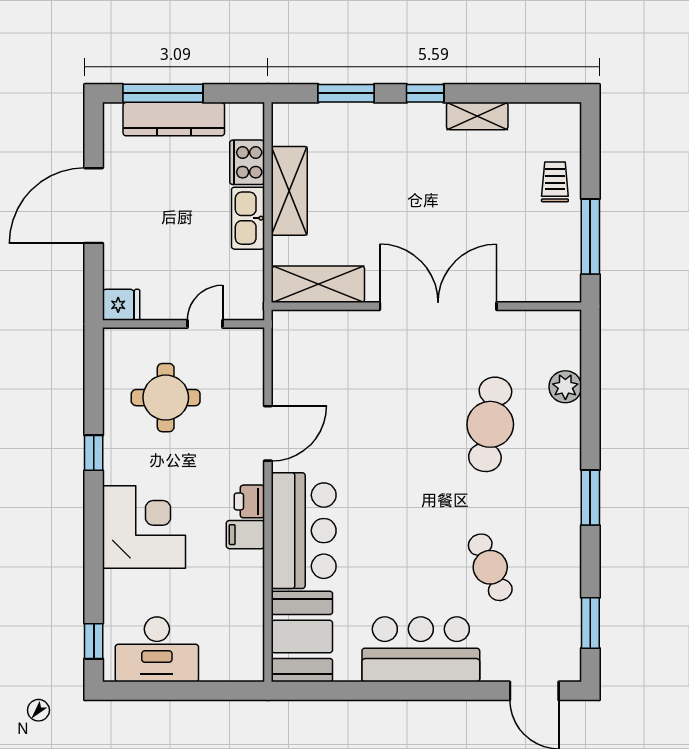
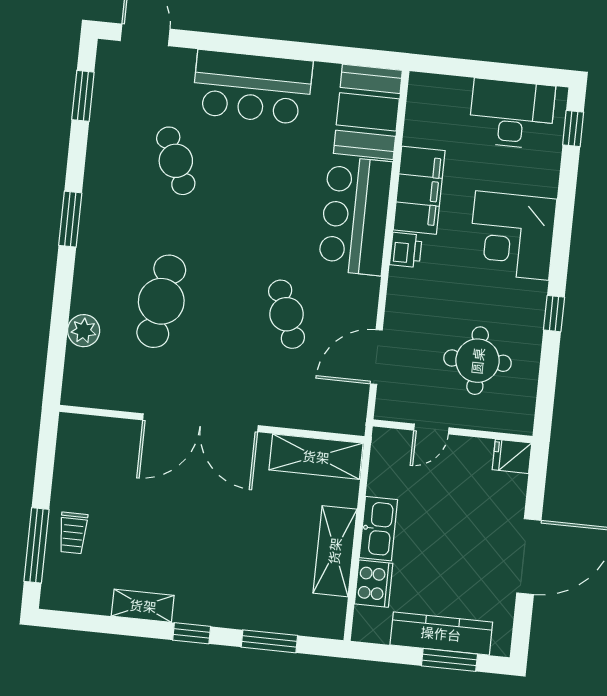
window: (163, 93) -> (449, 660), width x0.69
window: (590, 237) -> (37, 545), moved
cafe table: (363, 424) -> (287, 314), added
door: (268, 433) -> (376, 357), moved
filing cabinet: (245, 535) -> (419, 190), width x3.00, depth x1.17

